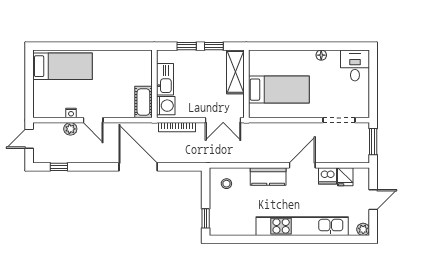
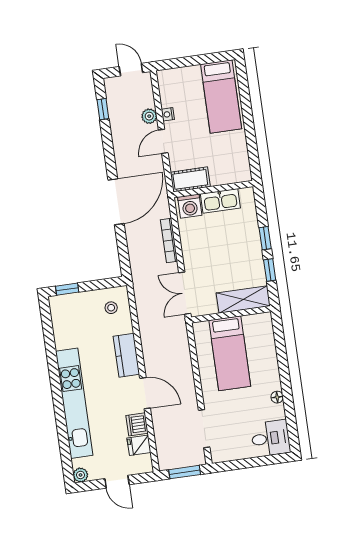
kitchen sink: (165, 79) -> (220, 201), moved
wall: (154, 84) -> (213, 189), moved
cot: (143, 102) -> (190, 179), moved
washing machine: (166, 106) -> (190, 206), moved

